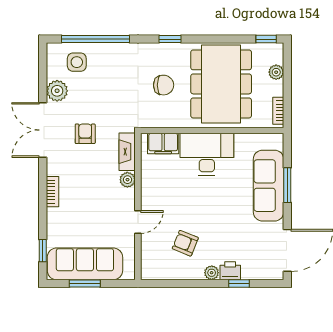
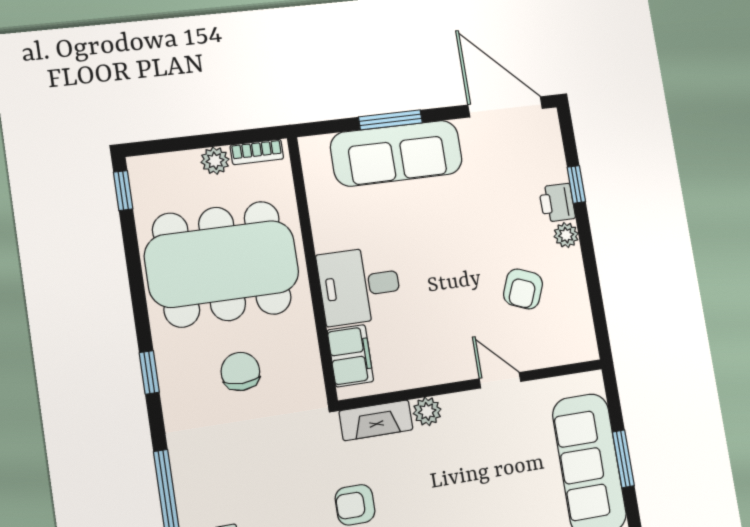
plant: (276, 72) -> (215, 161), moved
desk: (207, 154) -> (360, 286), width x0.73

